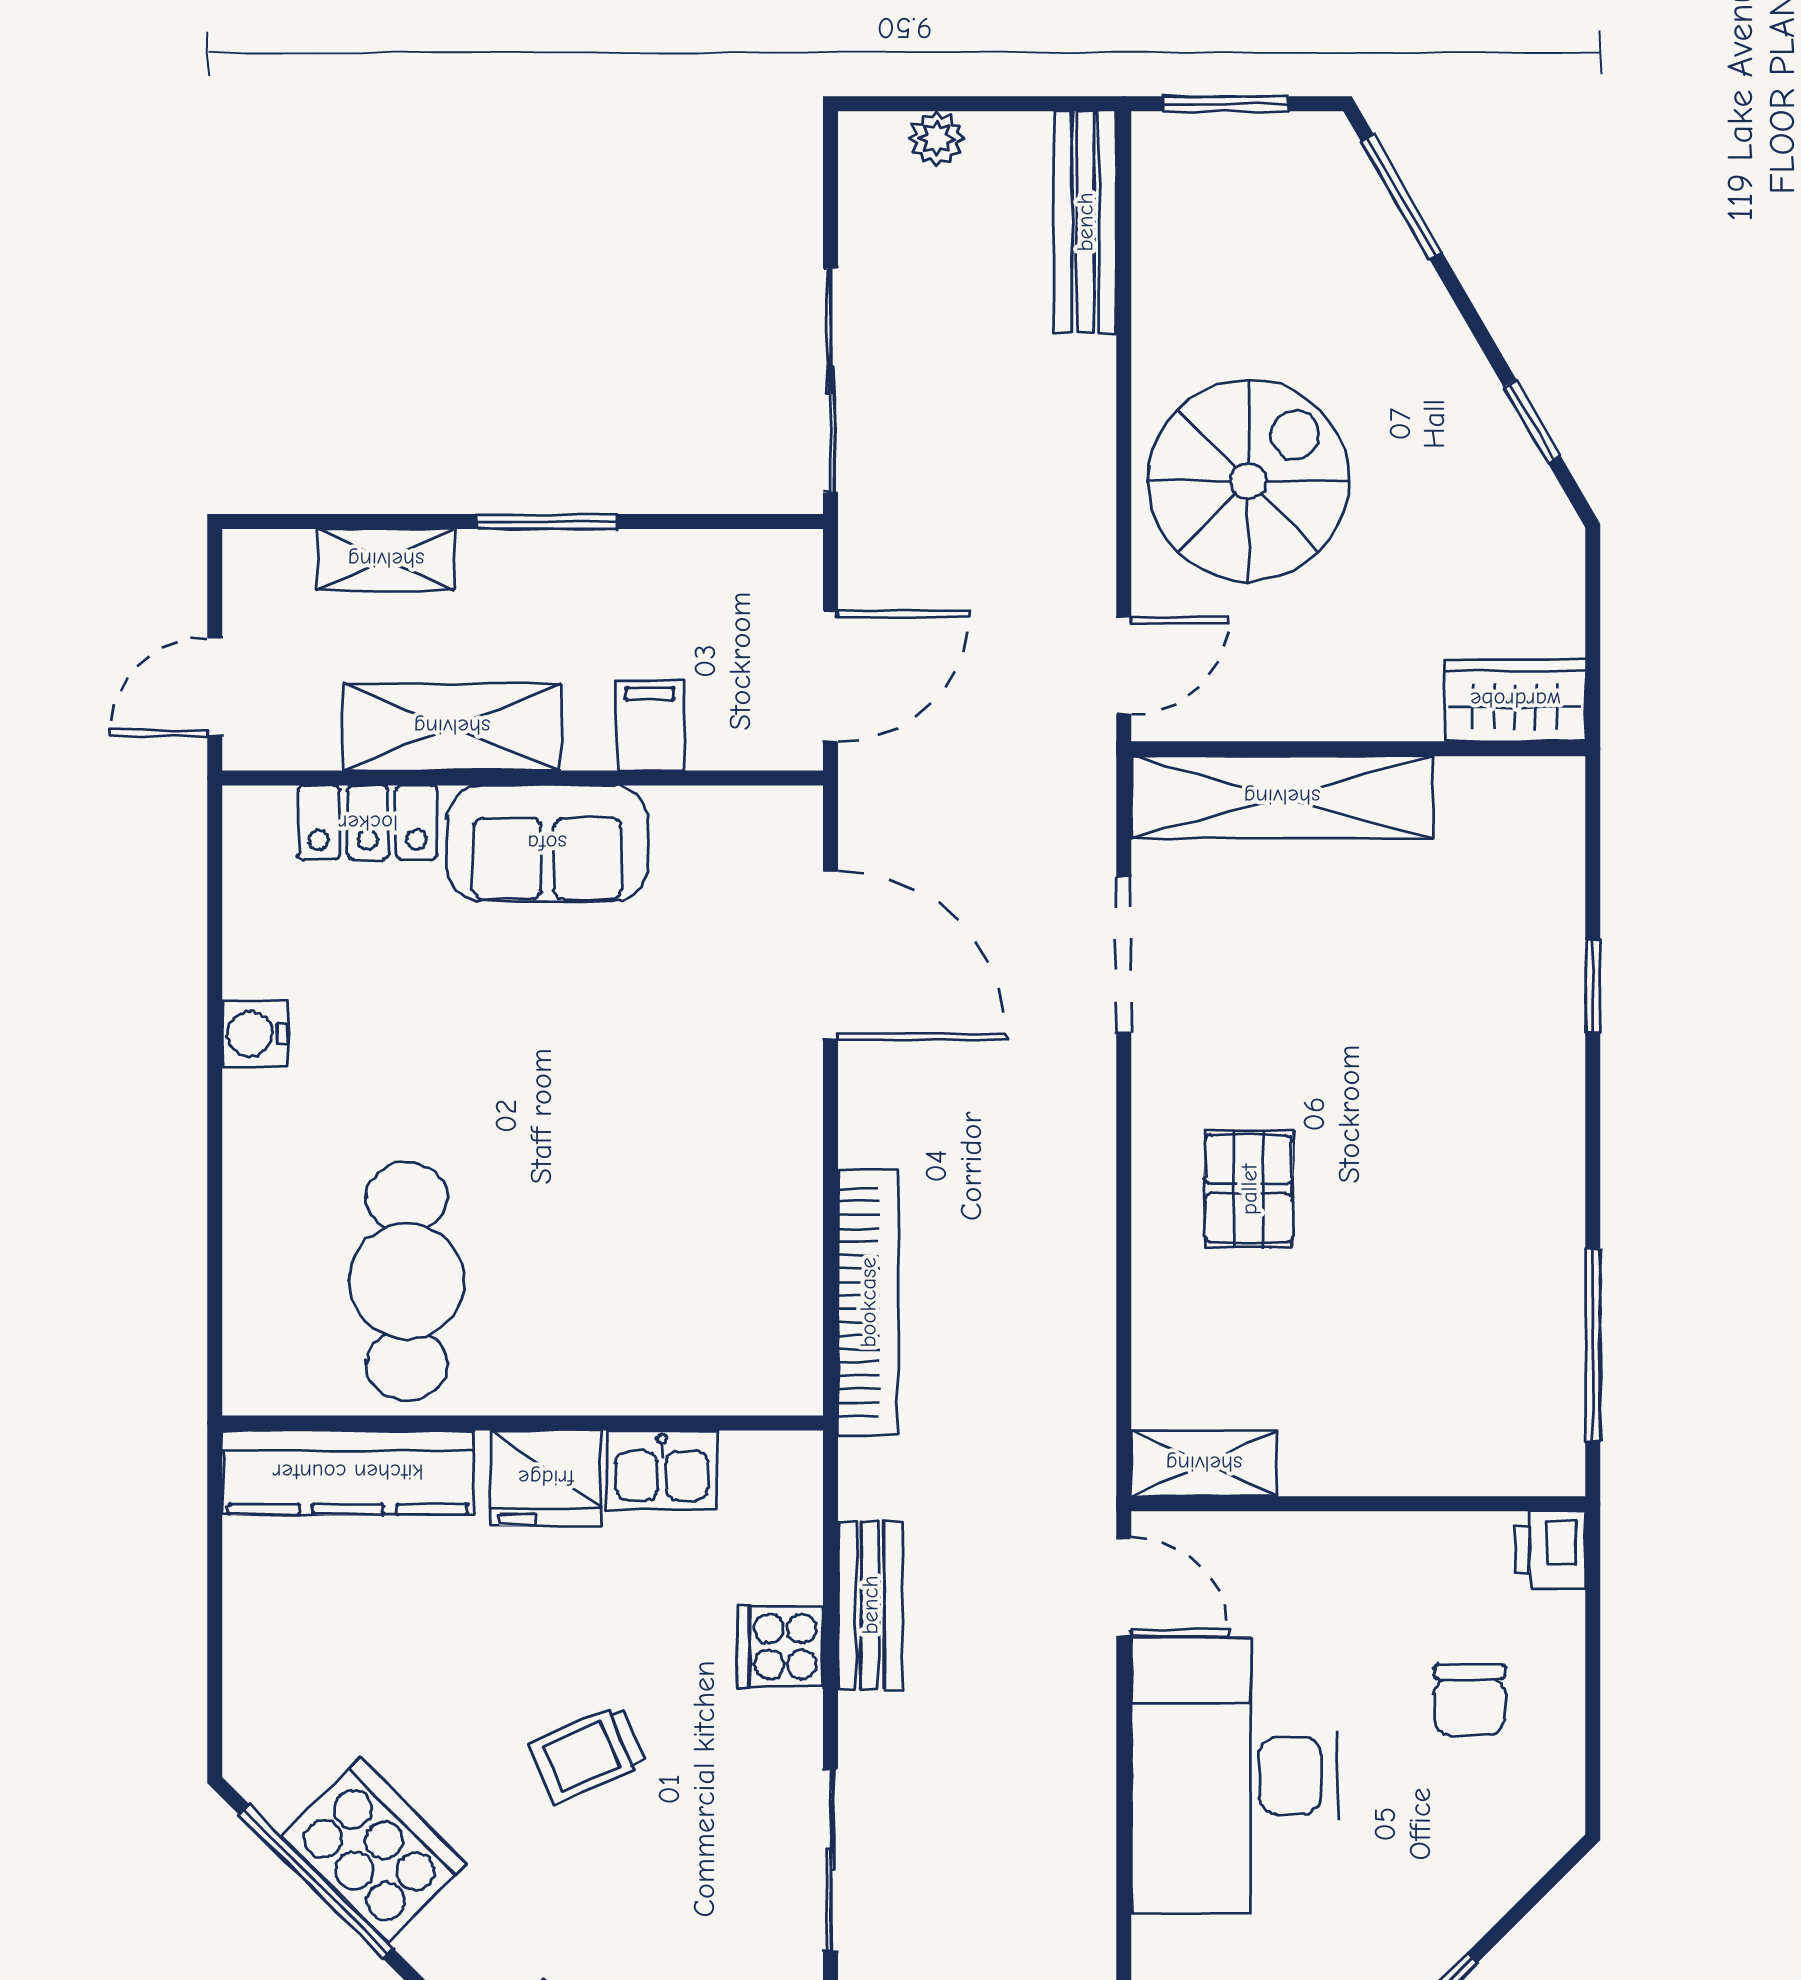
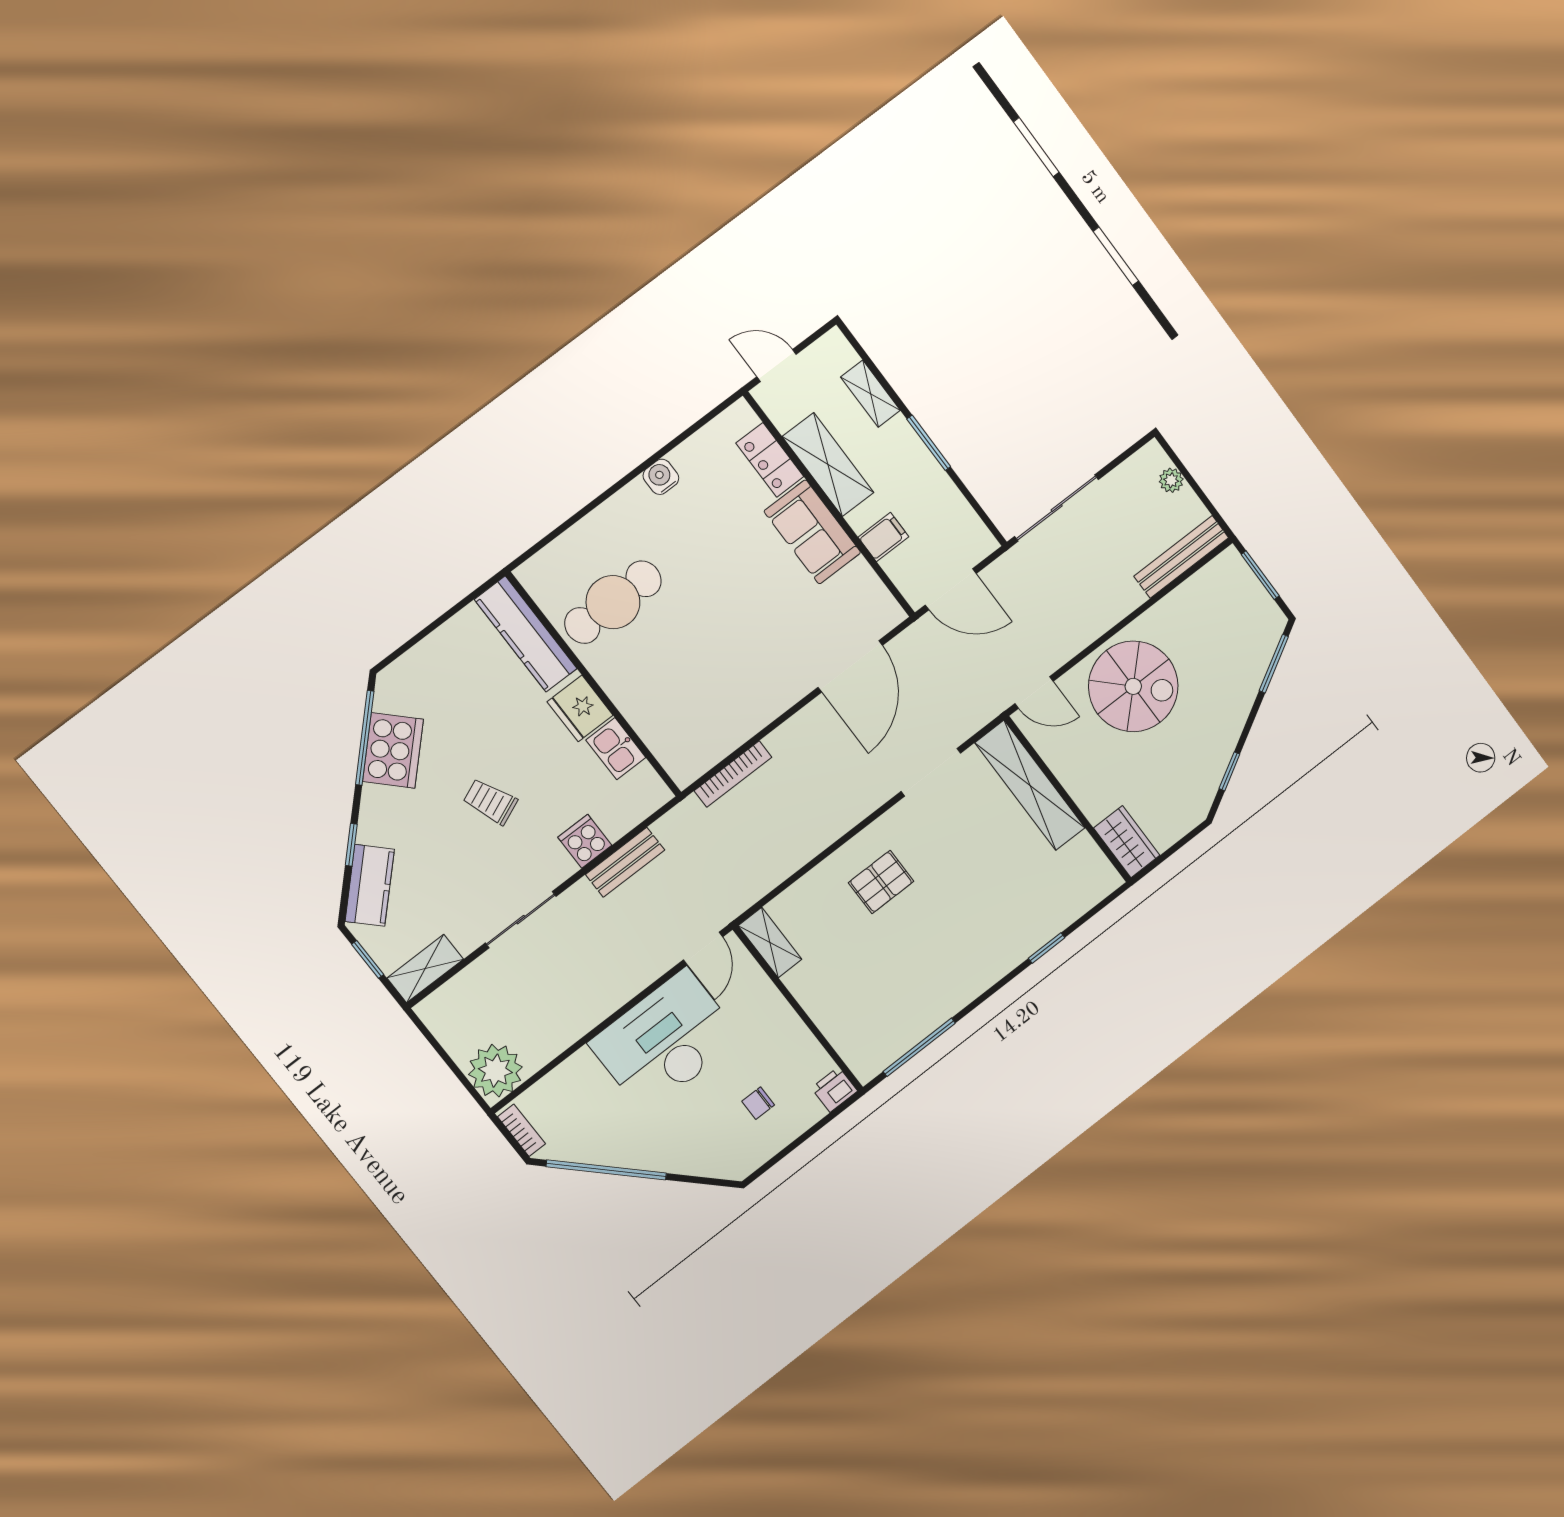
bookcase: (868, 1302) -> (733, 774), width x0.68, depth x0.76
chair: (1470, 1700) -> (758, 1103), width x0.73, depth x0.73

